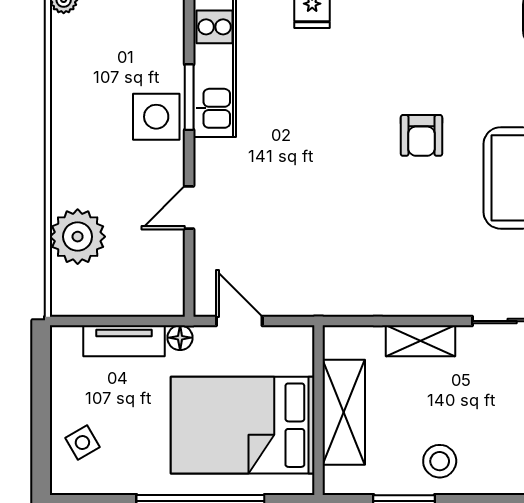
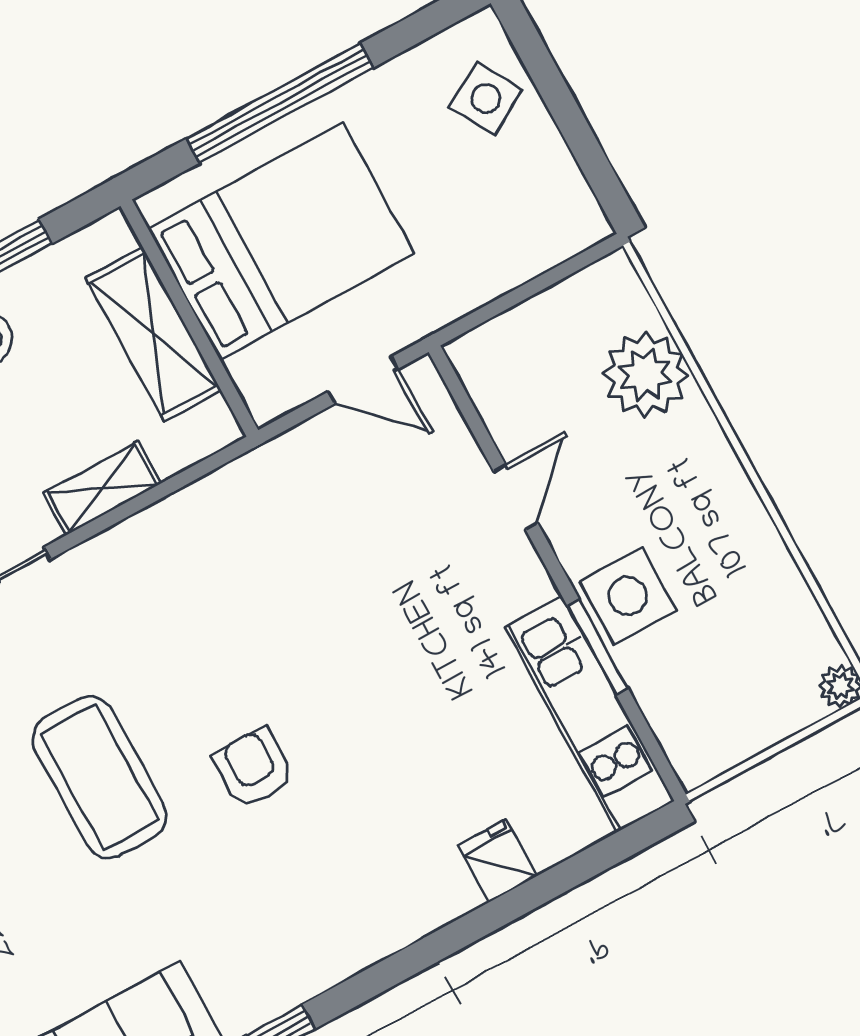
floor lamp: (180, 338) -> (431, 314), removed
tv unit: (124, 341) -> (505, 268), removed
side table: (82, 443) -> (486, 99), width x1.37, depth x1.37

